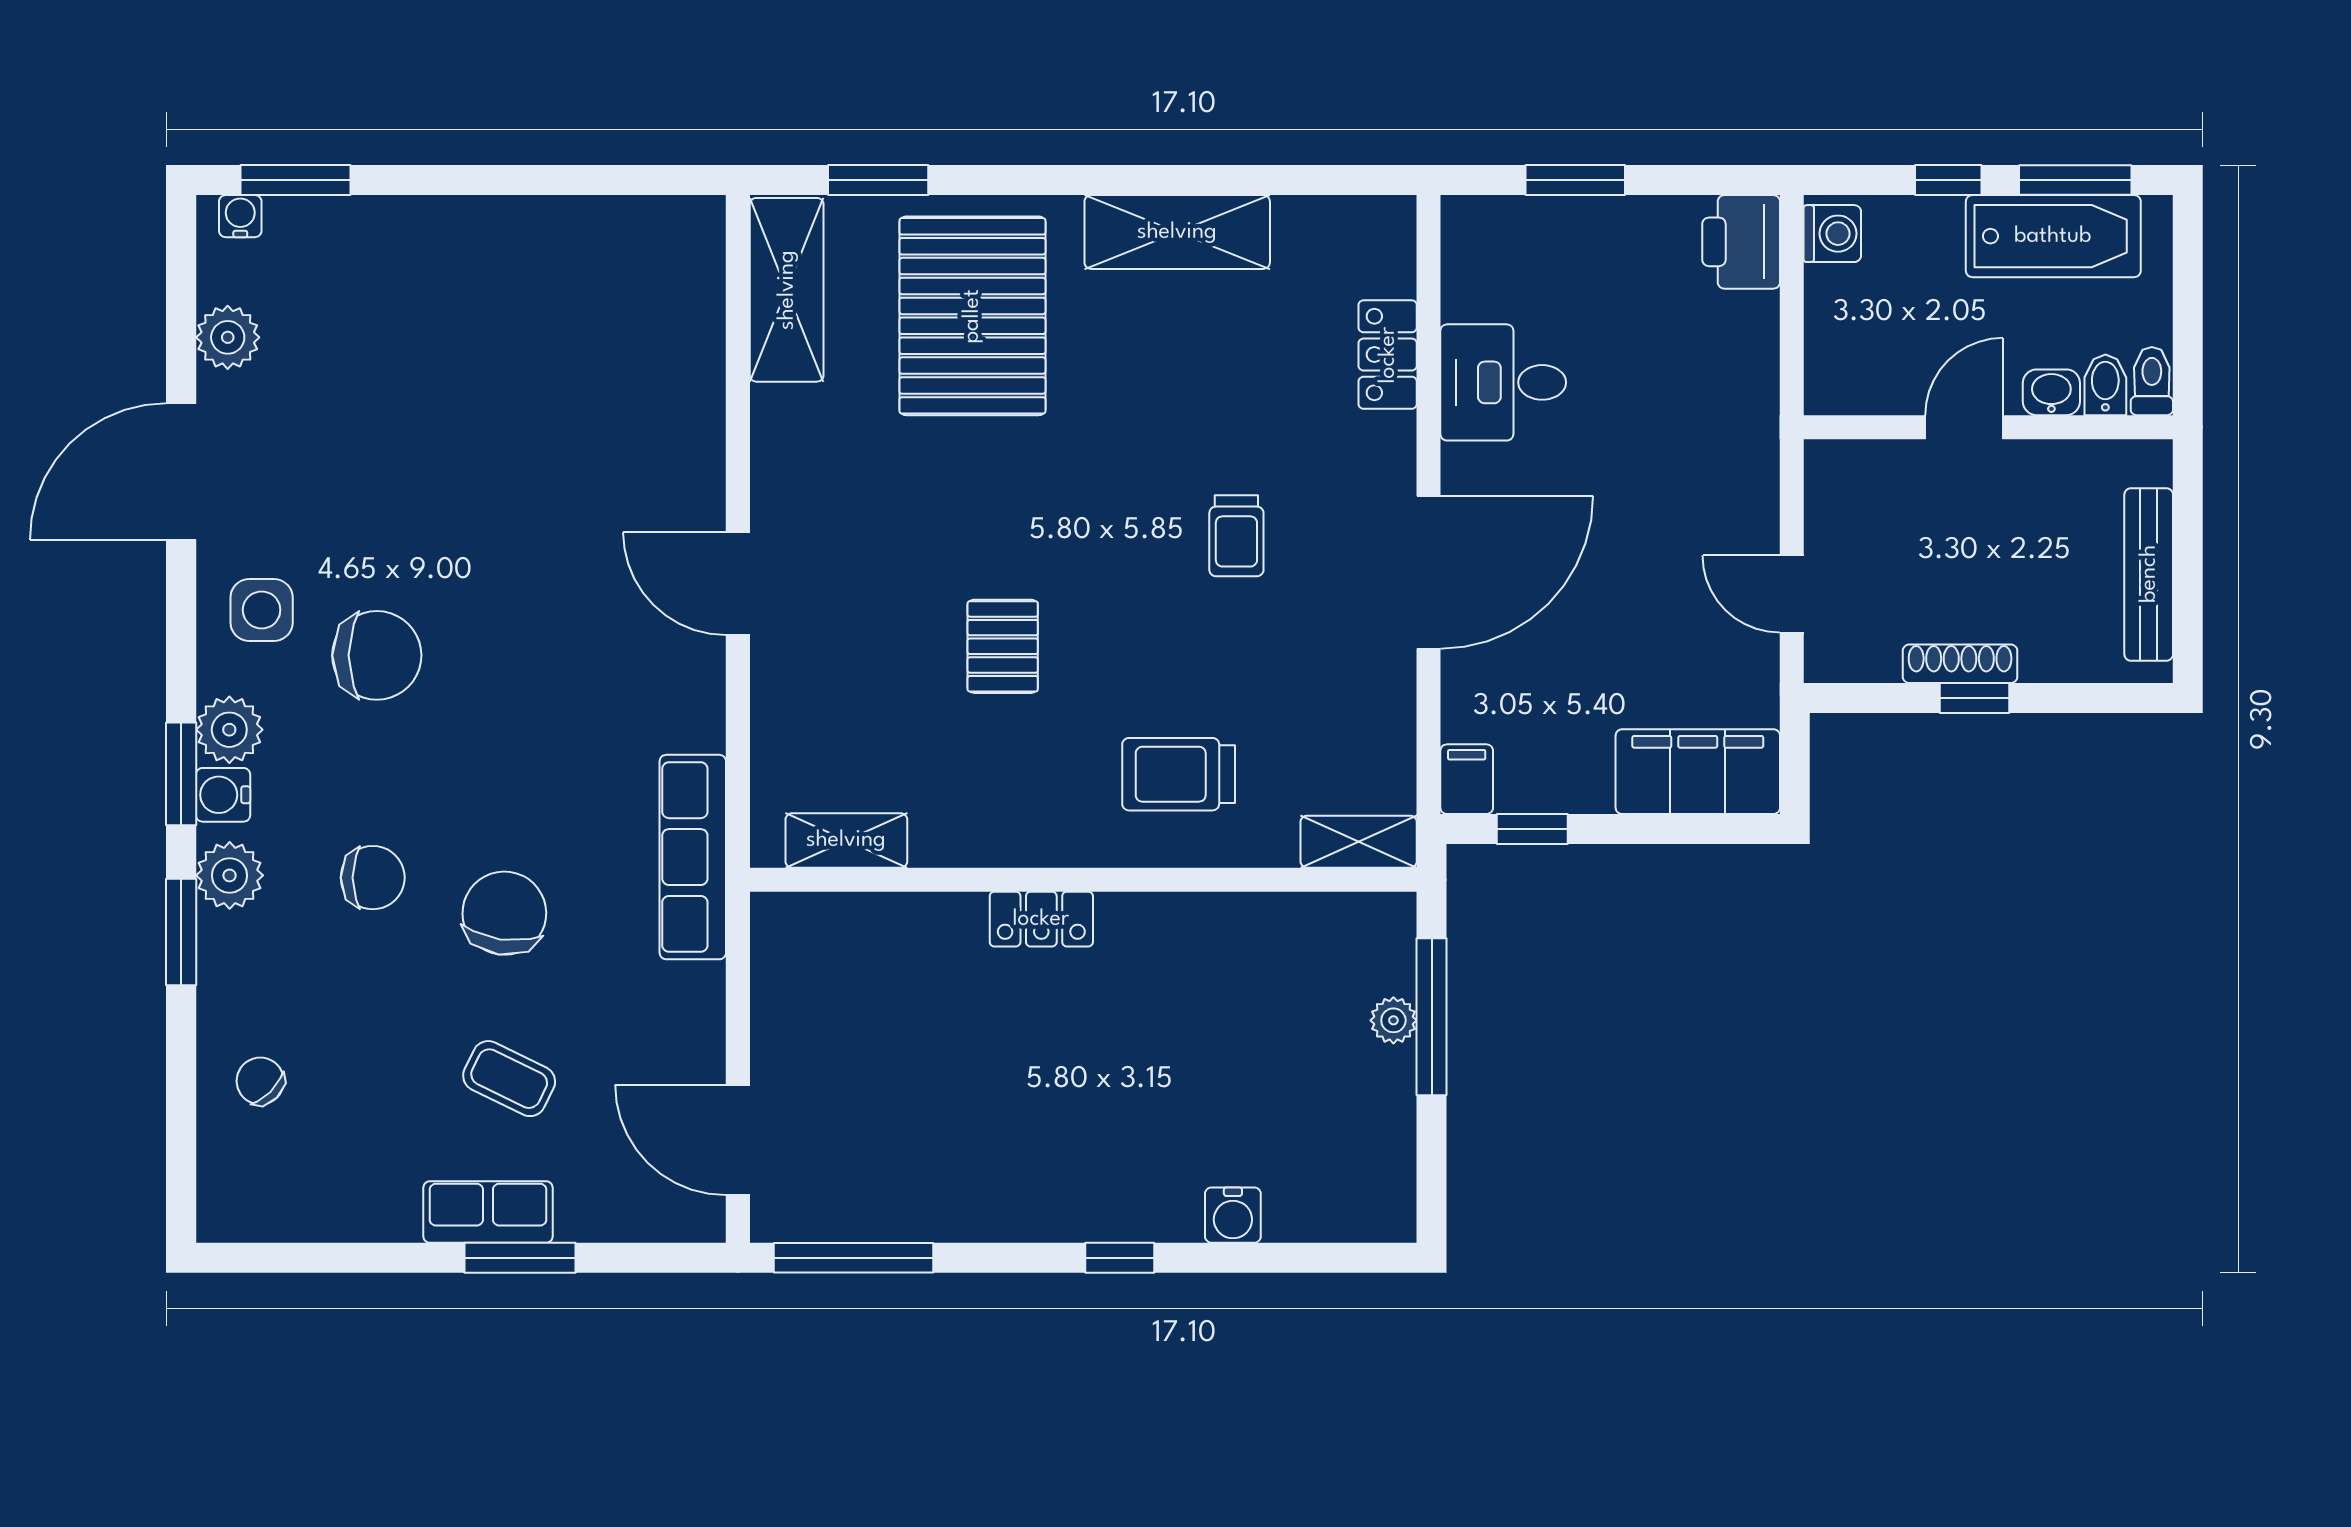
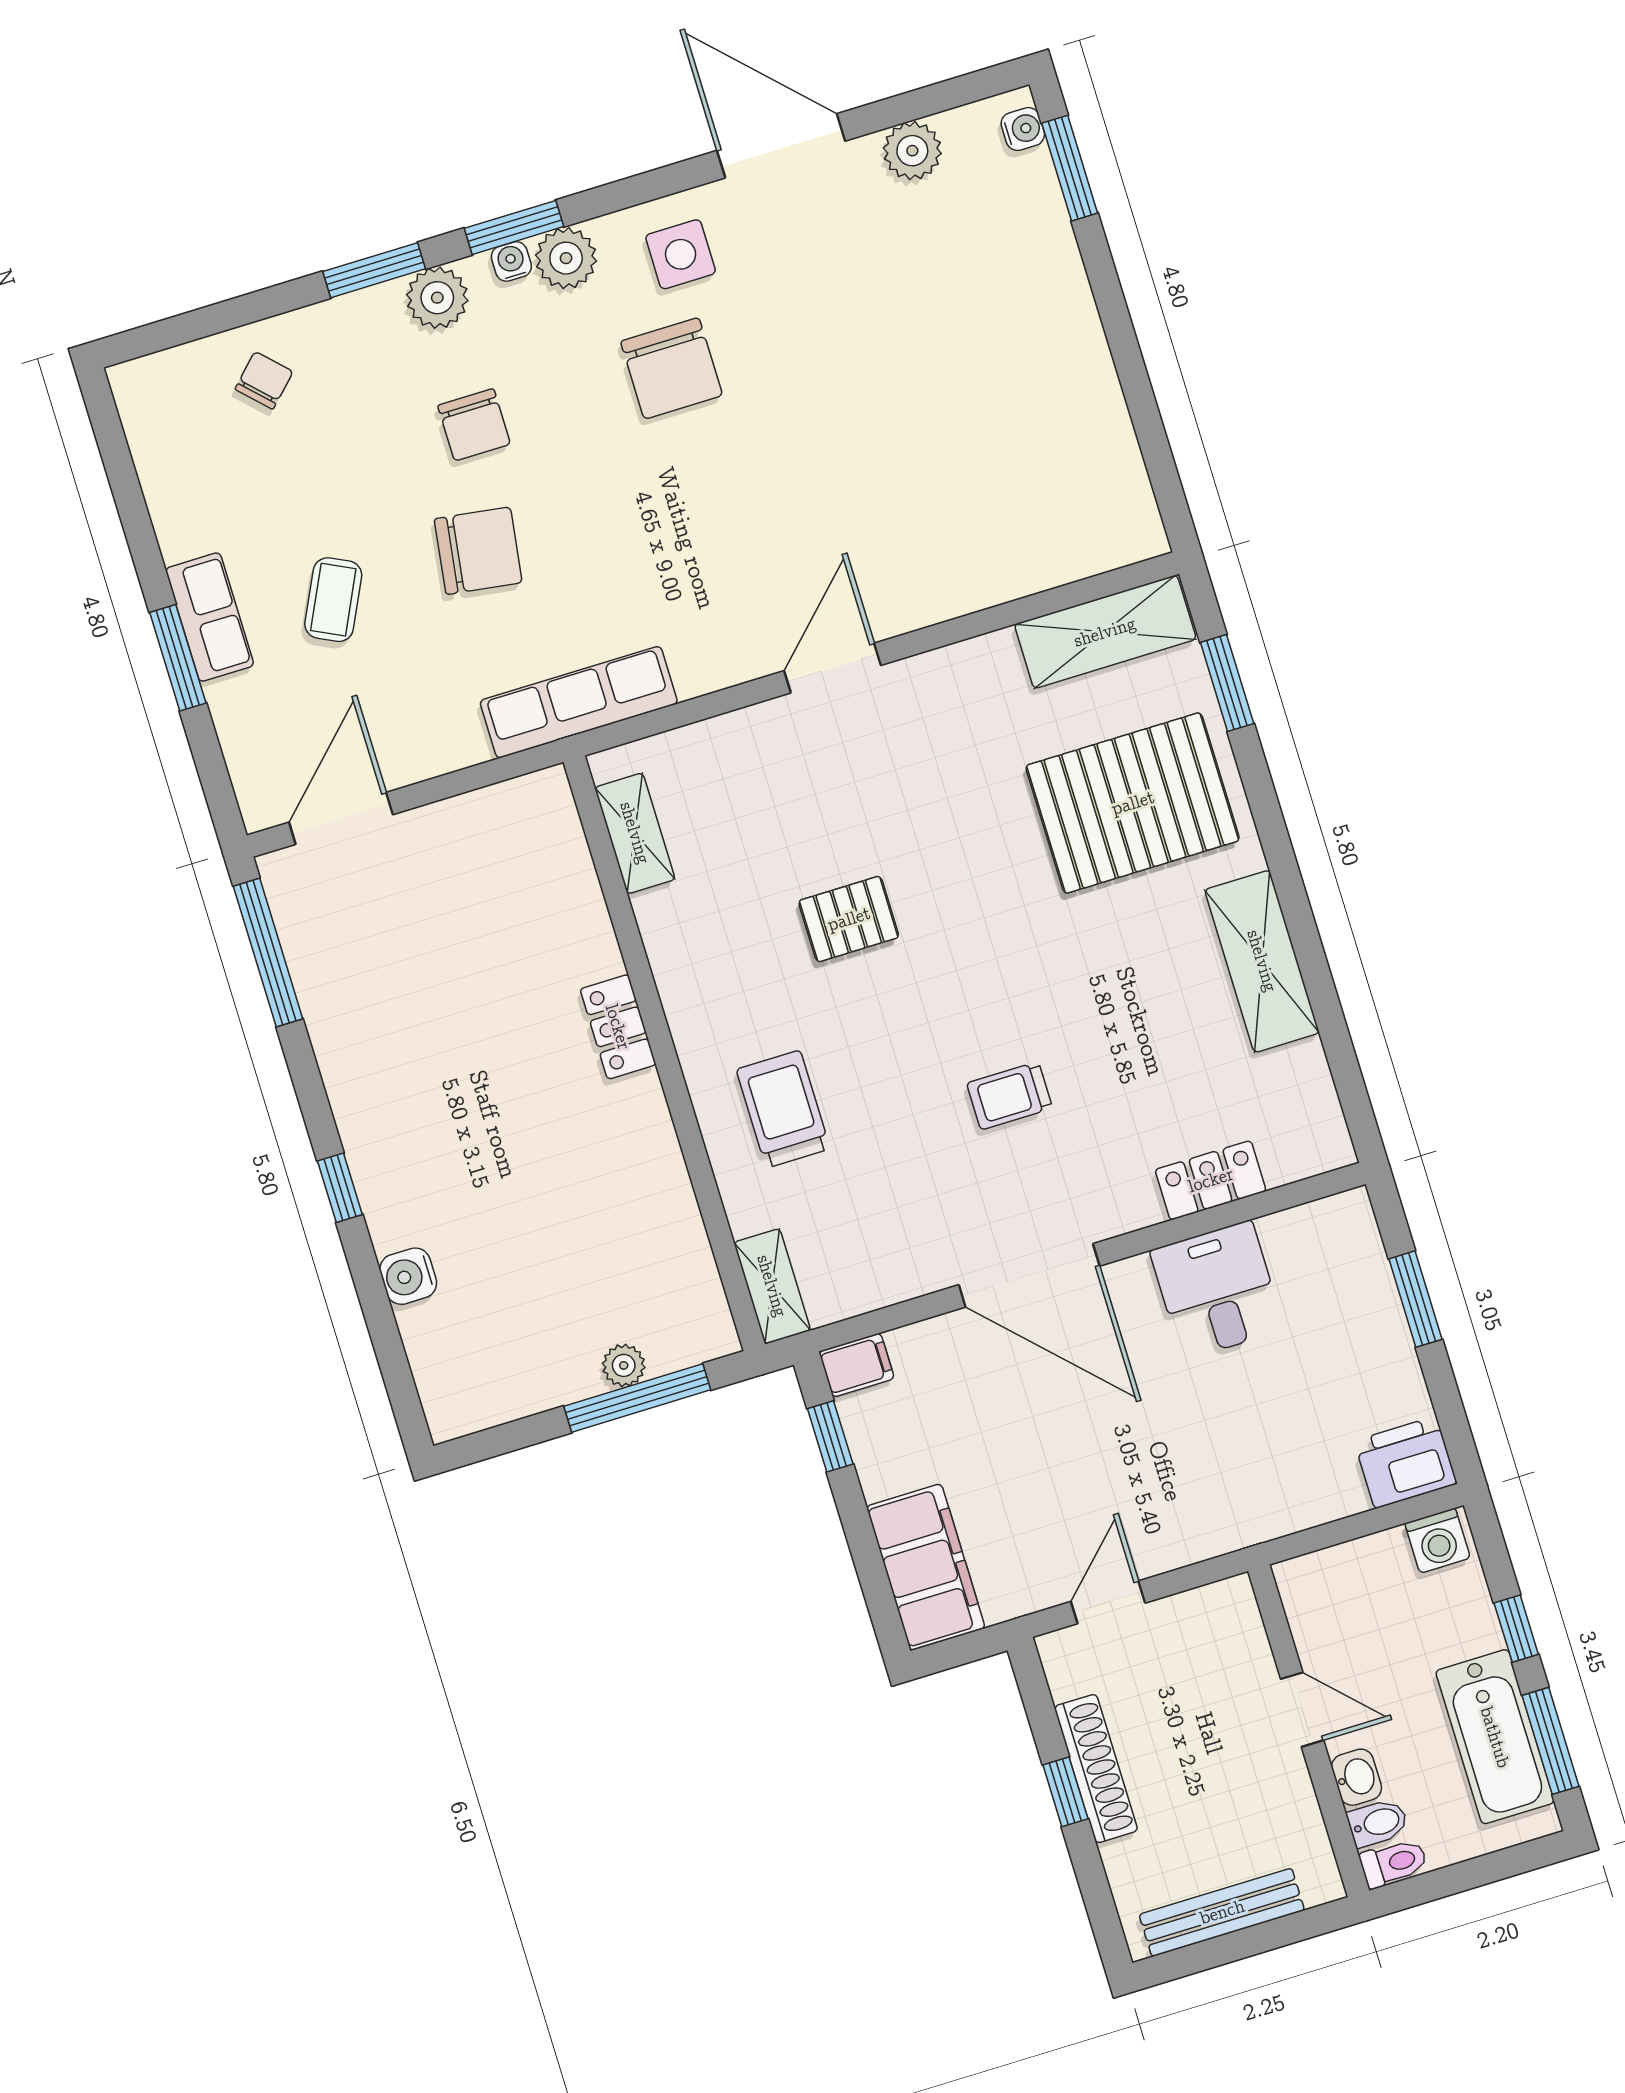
shoe rack: (1960, 664) -> (1096, 1769), width x1.36, depth x1.24
water cooler: (223, 795) -> (511, 261), width x0.72, depth x0.72

